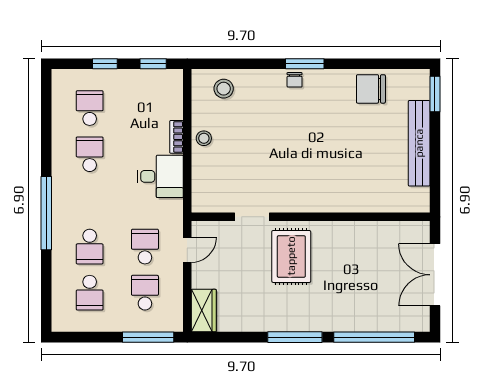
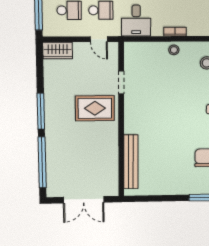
bench: (419, 143) -> (131, 162), moved, turned 90
desk: (160, 176) -> (136, 21), moved
double door: (435, 275) -> (84, 200), swing flipped

